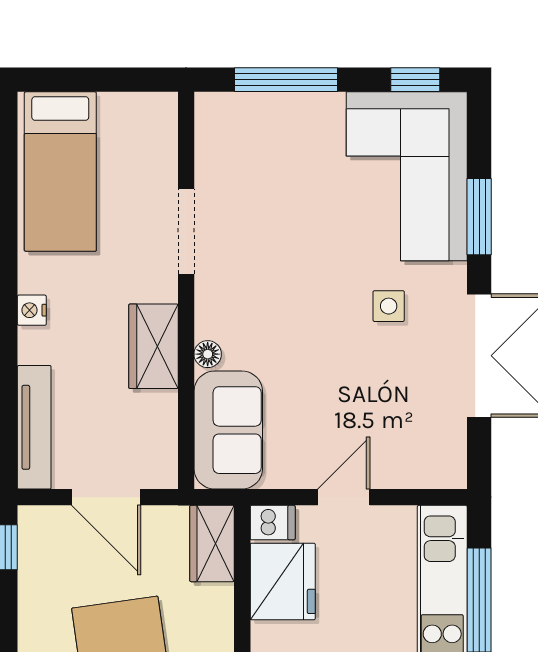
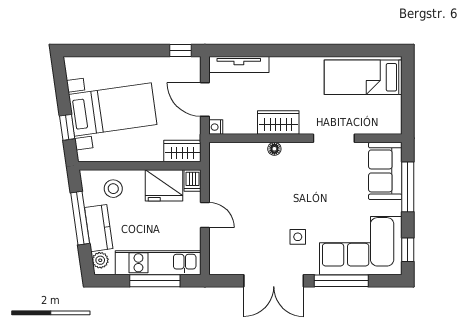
window: (479, 217) -> (341, 281), width x1.44
nightstand: (32, 310) -> (216, 127), moved, turned -90
sofa: (228, 430) -> (385, 171), moved, turned 90
door: (106, 497) -> (205, 100), hinge flipped

